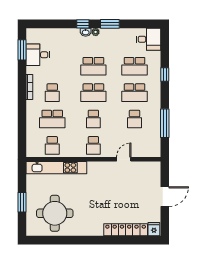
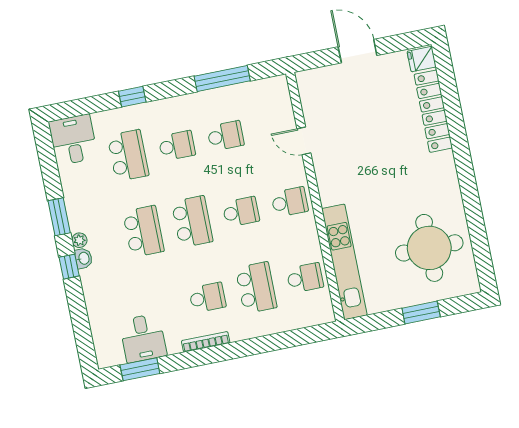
school desk: (135, 93) -> (177, 146), width x0.54

